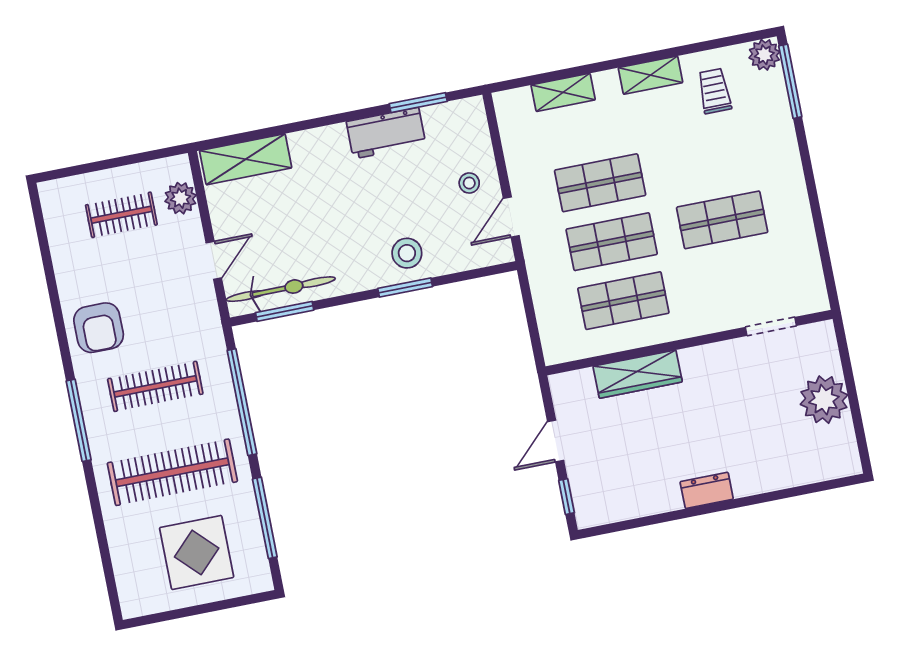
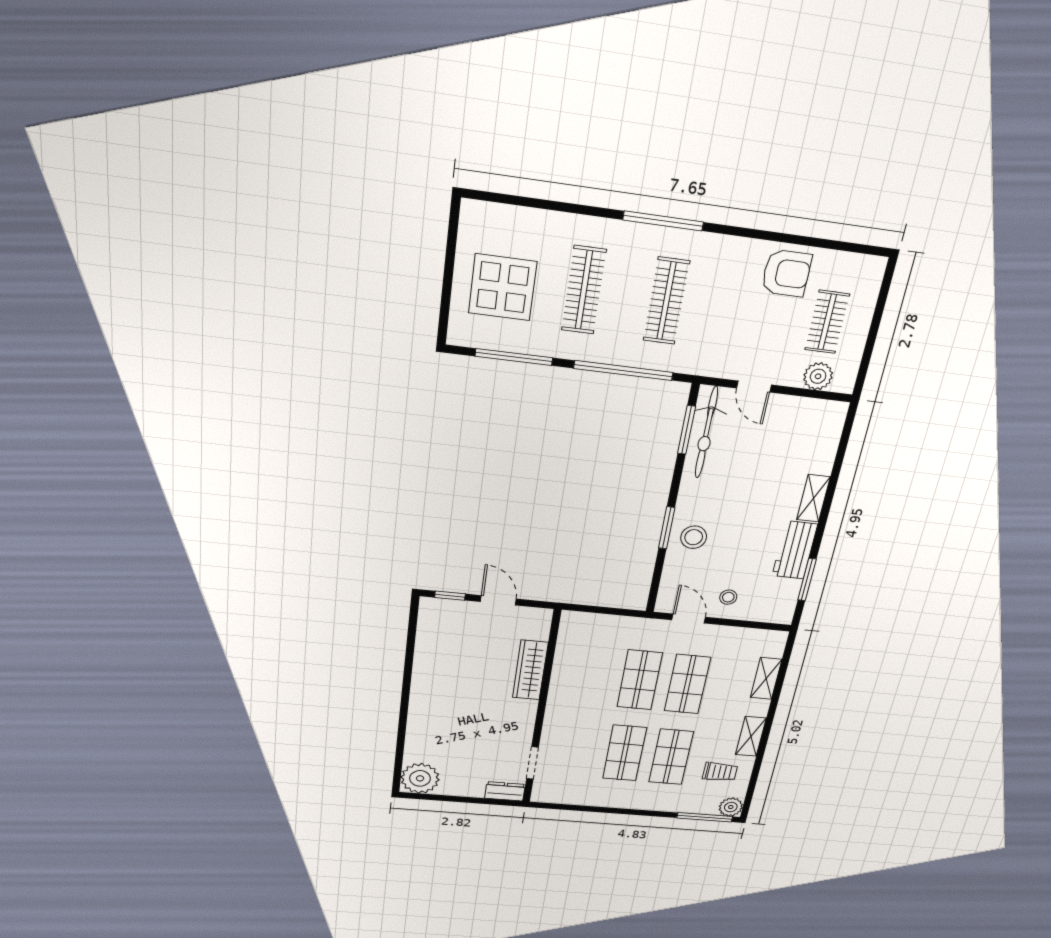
shelving: (246, 159) -> (813, 498), moved, width x0.67, depth x0.75
shop shelf: (623, 301) -> (671, 757), moved
armchair: (99, 328) -> (786, 273), moved, turned 180
plant: (824, 400) -> (420, 778), moved
clothes rail: (172, 472) -> (584, 290), width x0.73, depth x0.76
dresser: (707, 490) -> (505, 791), moved, turned -90

